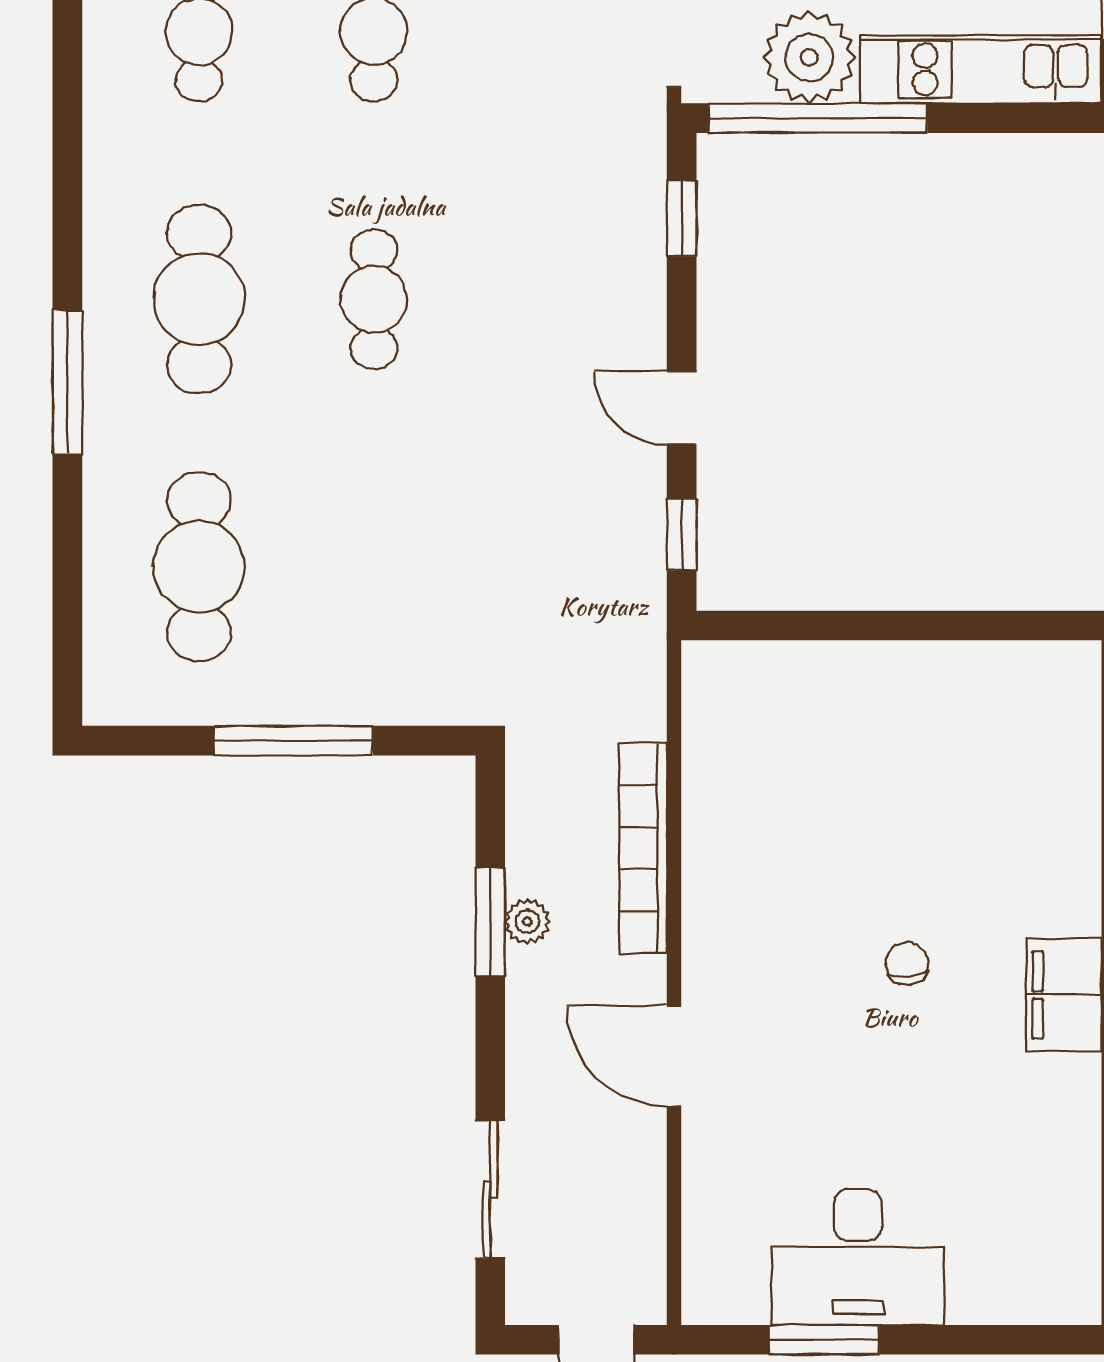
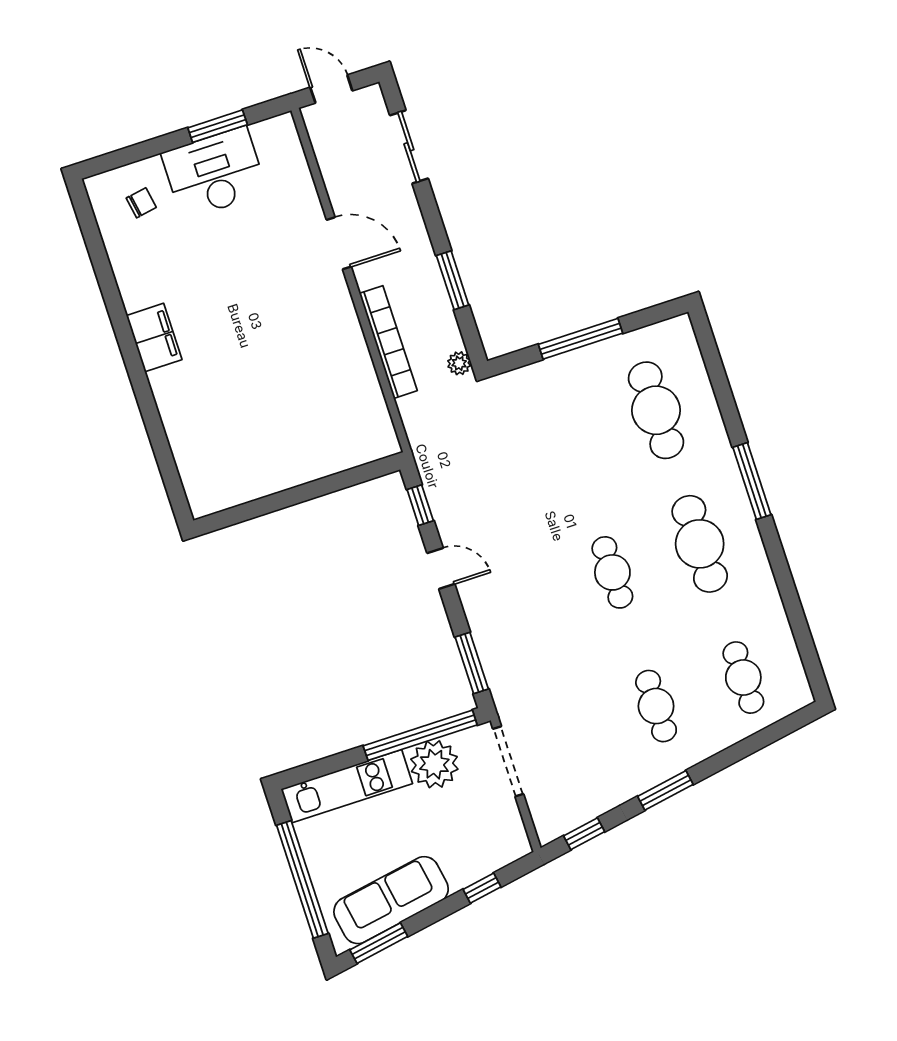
window: (682, 218) -> (472, 663), width x1.50
plant: (527, 922) -> (459, 363), moved
chair: (907, 963) -> (141, 203), moved, turned -94

